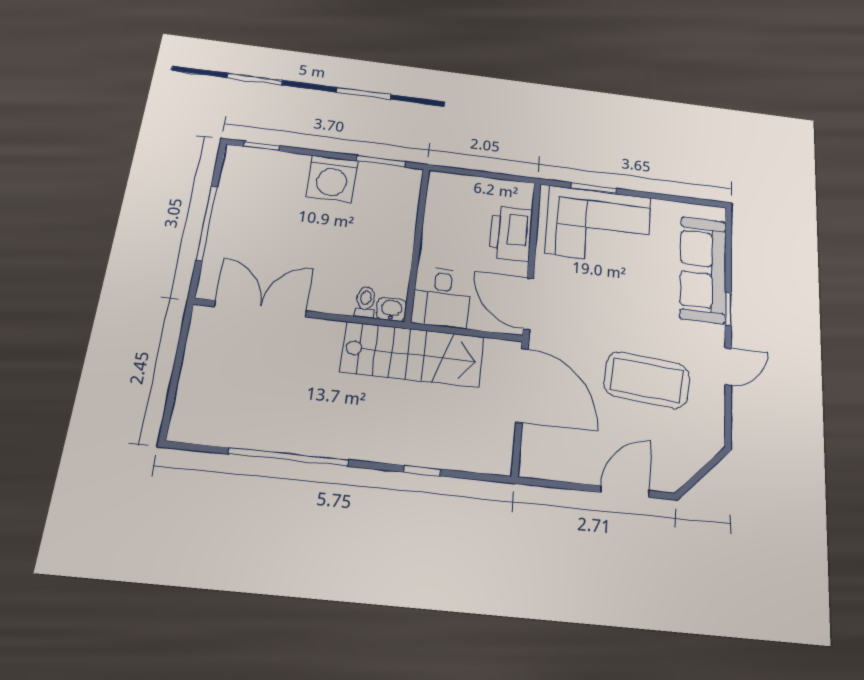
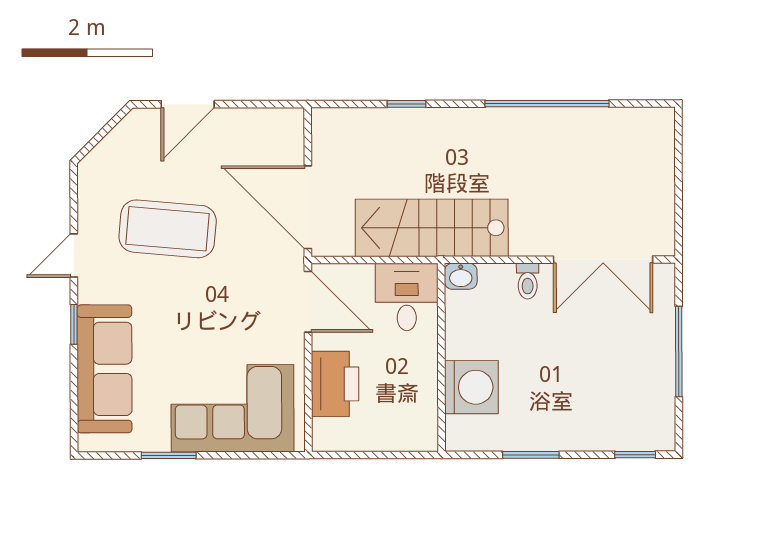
window: (381, 161) -> (531, 455), moved
washing machine: (332, 179) -> (471, 387), moved, turned 90
window: (594, 188) -> (169, 455), moved
toilet: (365, 302) -> (528, 281), moved

